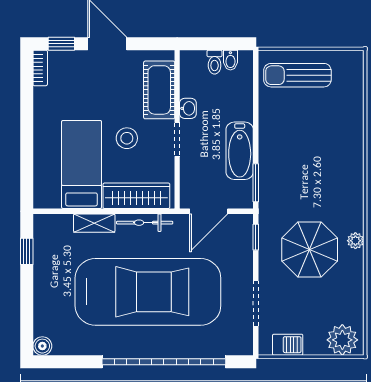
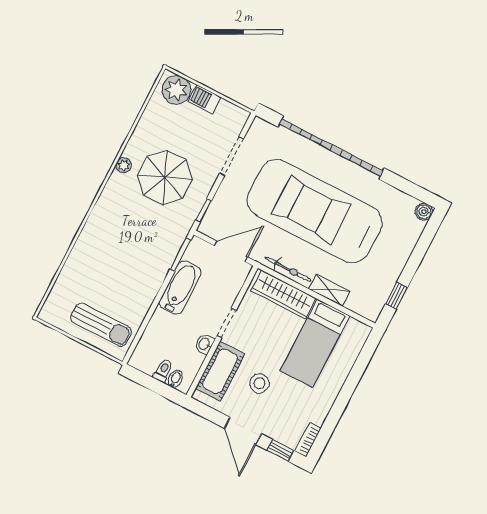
bidet: (230, 60) -> (175, 379), moved
stool: (127, 138) -> (259, 383), moved
barbecue: (288, 345) -> (205, 100), moved

